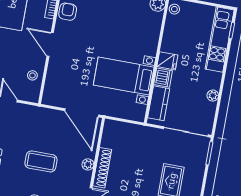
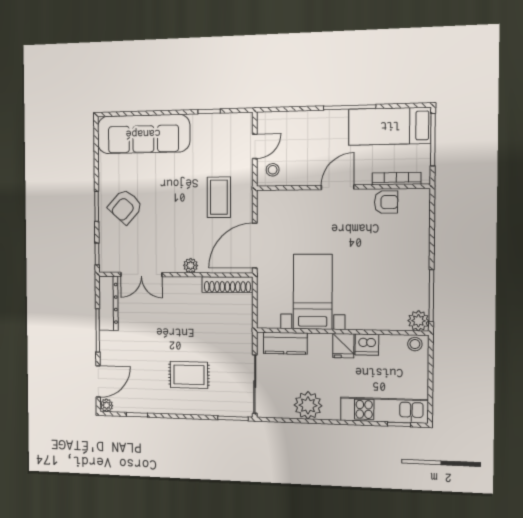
stool: (32, 75) -> (273, 170), moved
dishwasher: (163, 78) -> (367, 345), moved
plant: (213, 96) -> (308, 405), width x1.88, depth x1.88
coffee table: (41, 161) -> (219, 197), moved
shoe rack: (102, 168) -> (227, 285), moved

